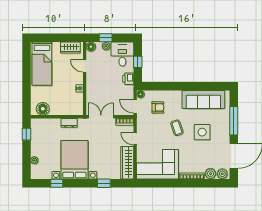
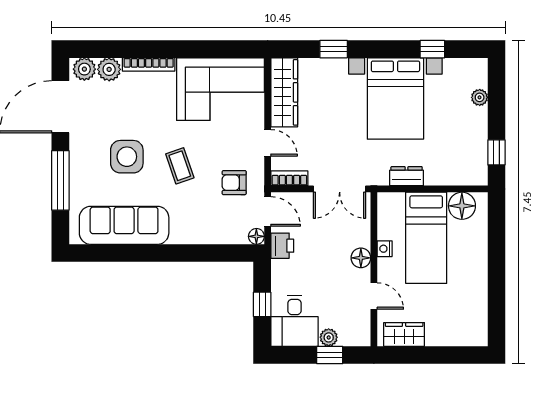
floor lamp: (91, 47) -> (361, 258), moved
bed: (42, 64) -> (426, 238), moved, turned 180
printer: (128, 79) -> (282, 246), moved
armchair: (158, 107) -> (234, 183), moved

